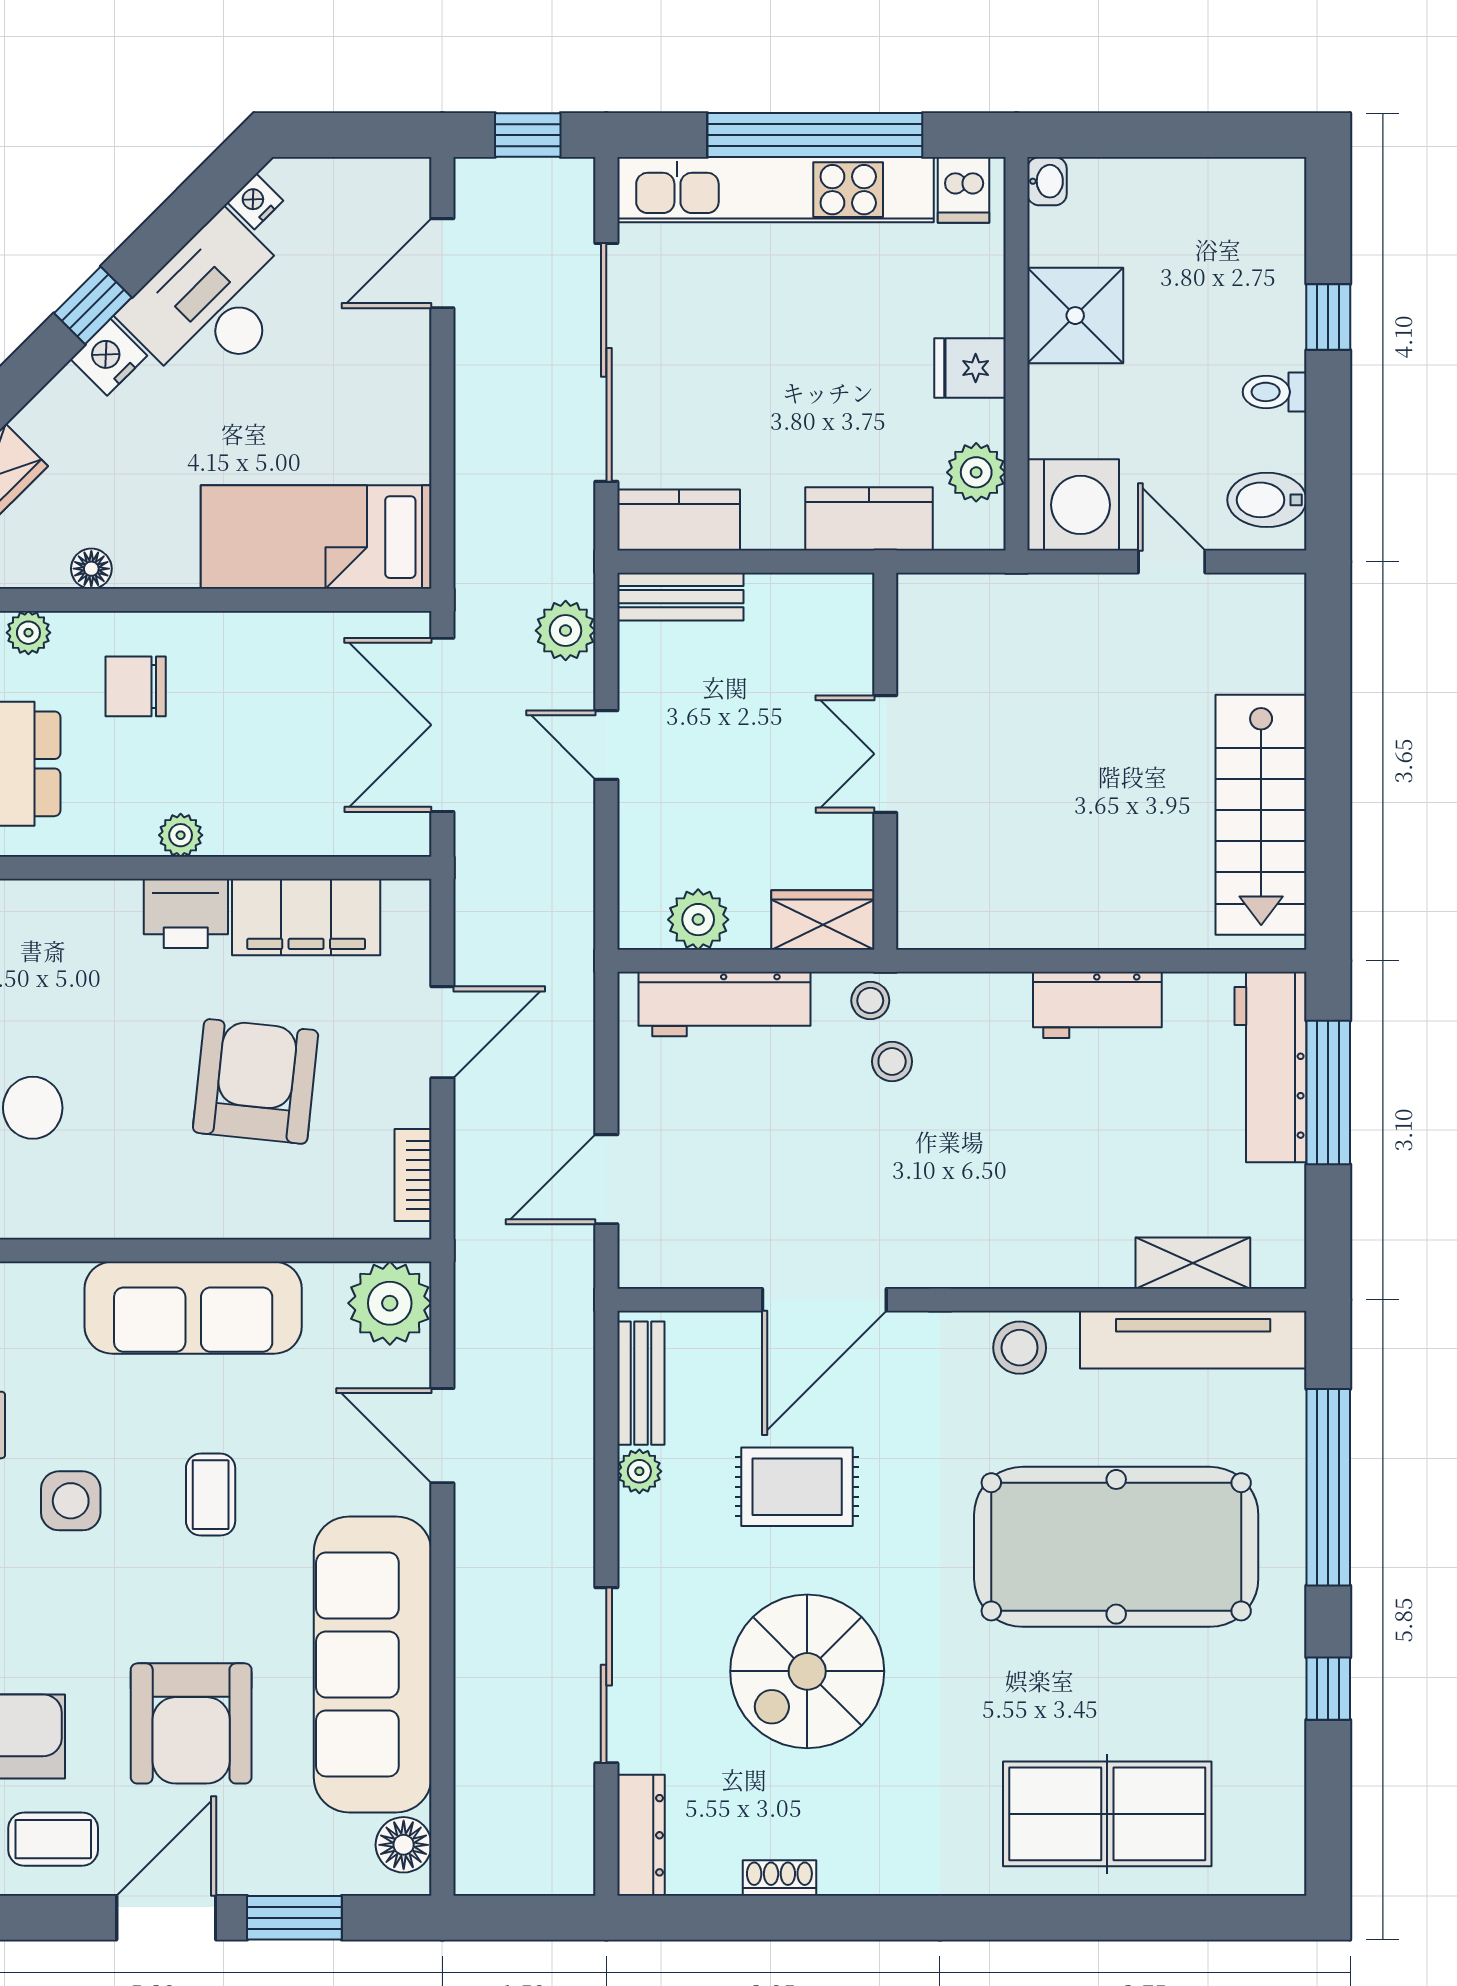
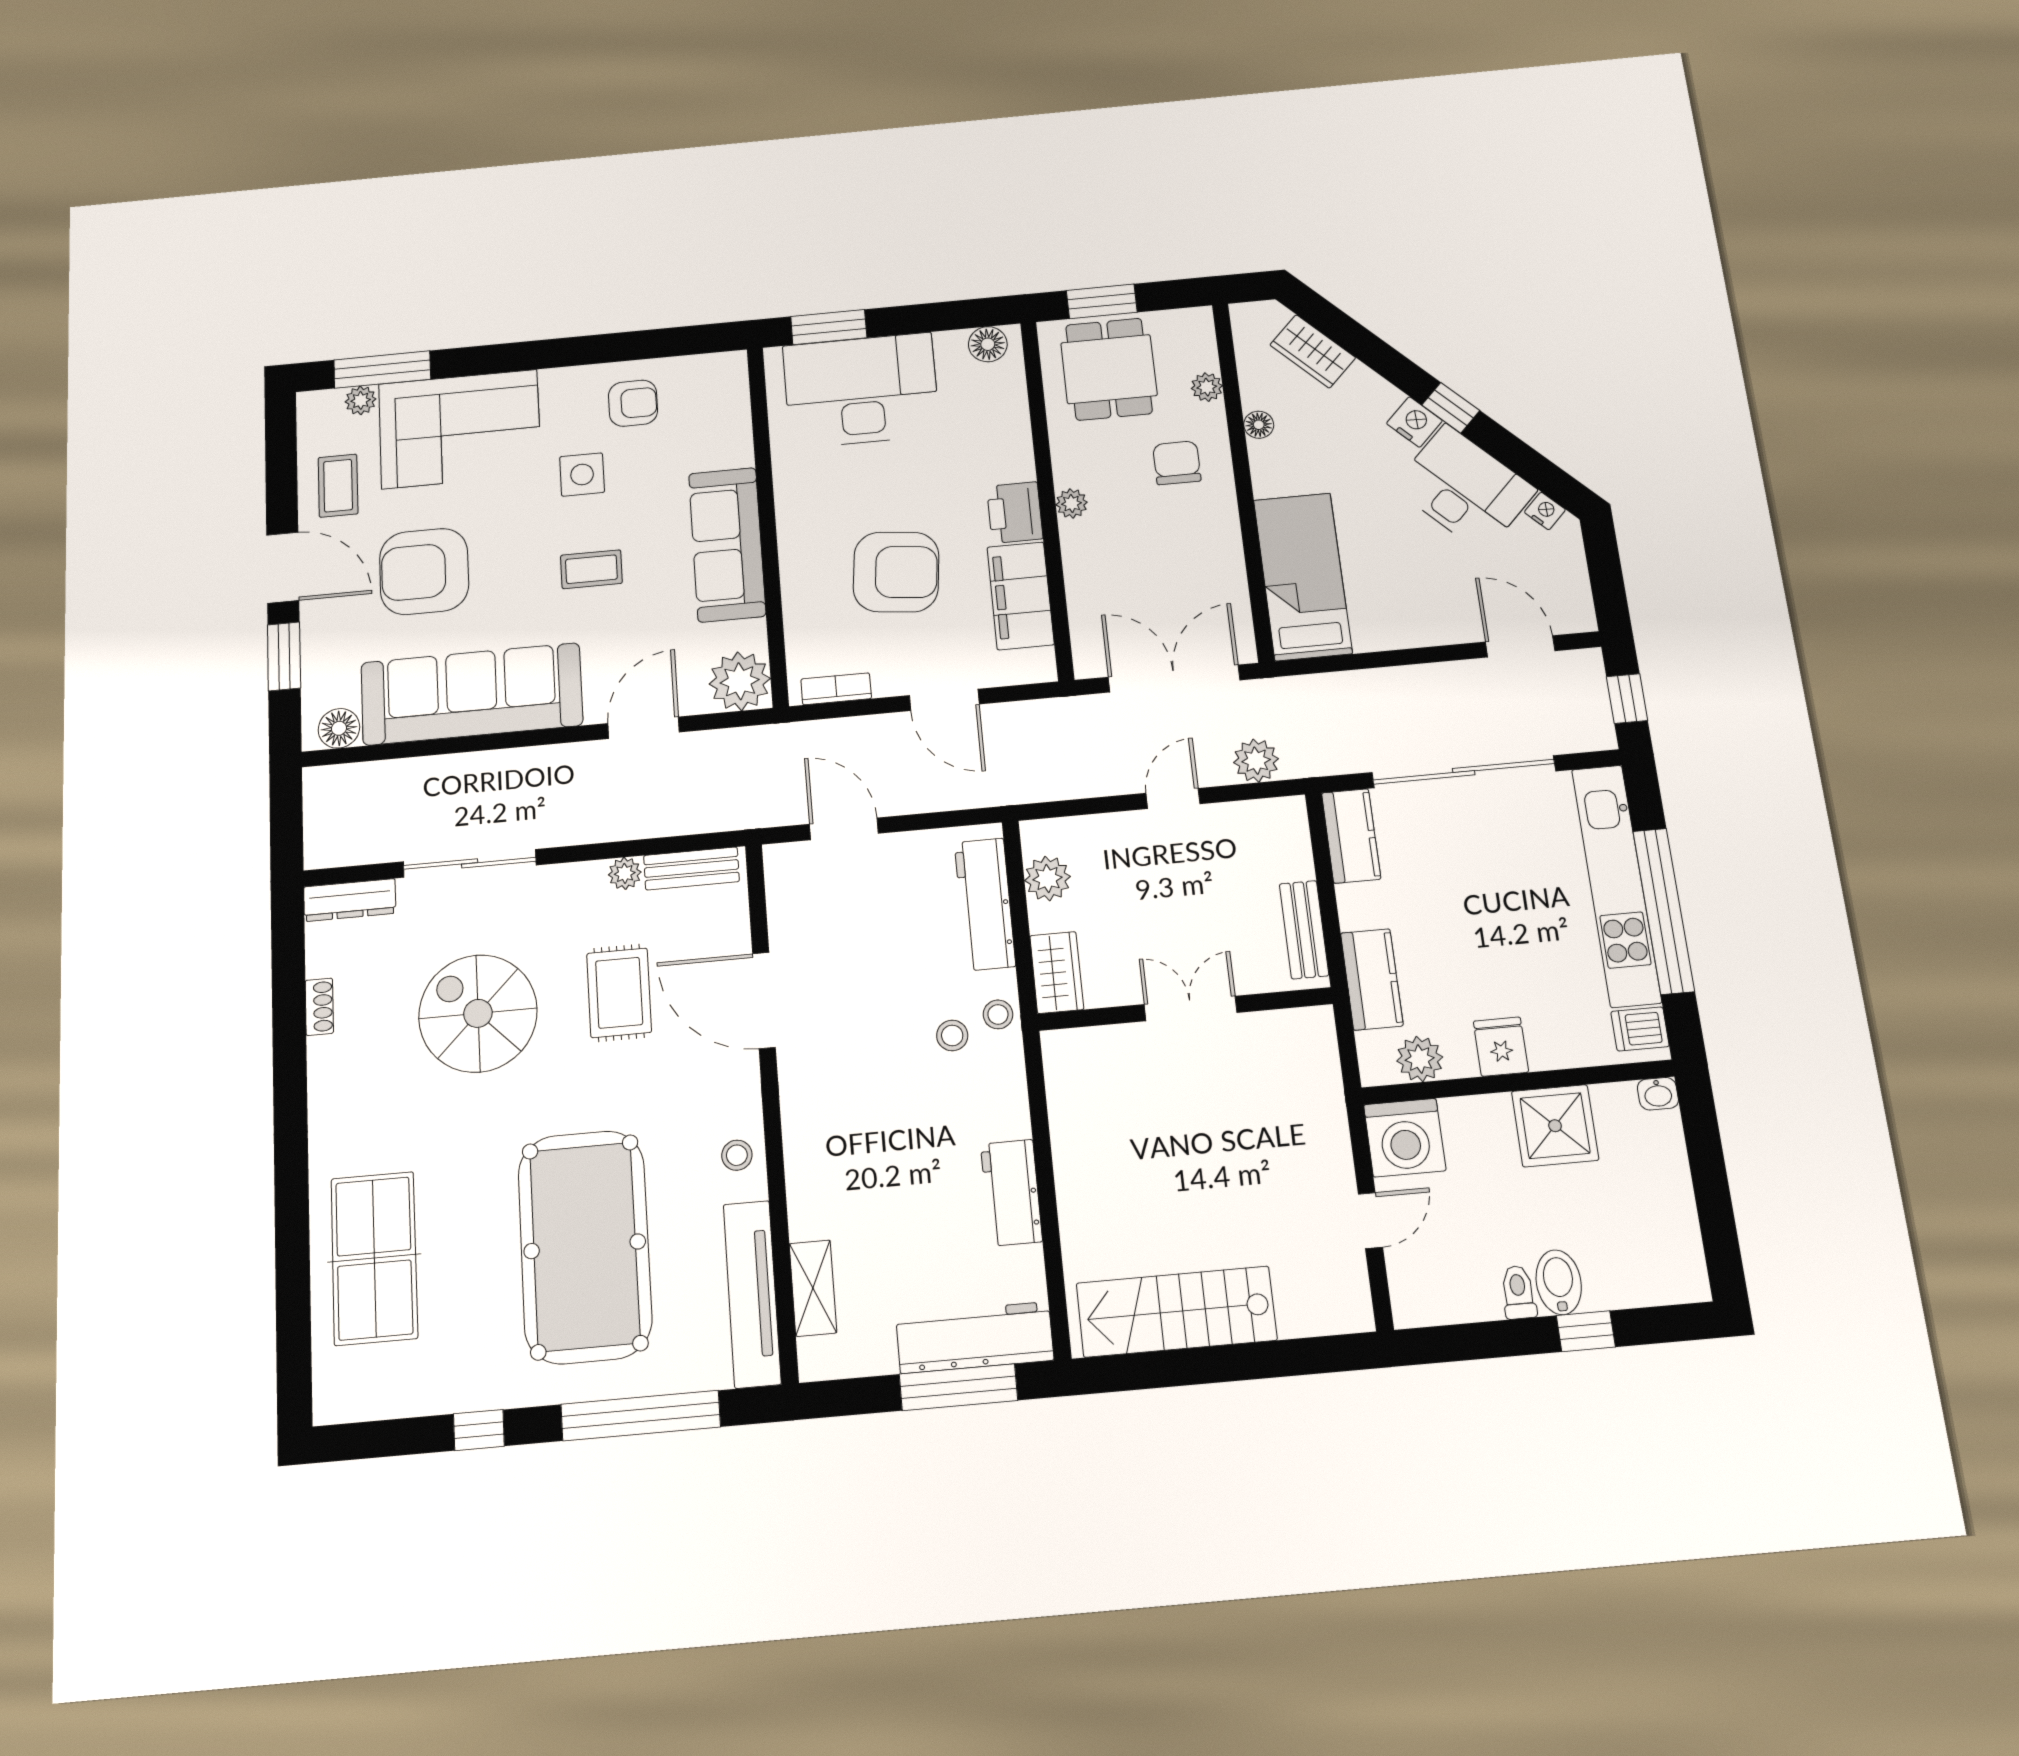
bidet: (1267, 500) -> (1559, 1282), moved
bench: (680, 597) -> (1304, 930), moved
stool: (1020, 1348) -> (737, 1155), width x0.73, depth x0.73

